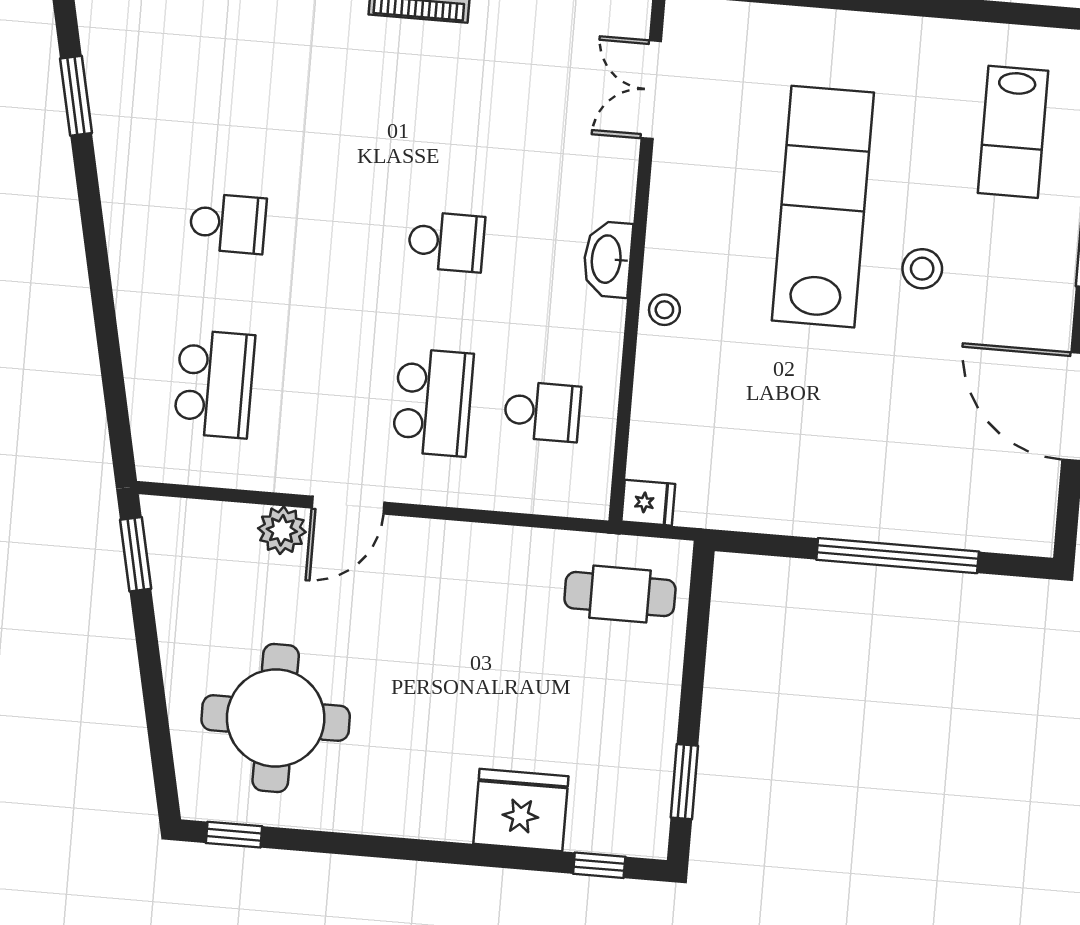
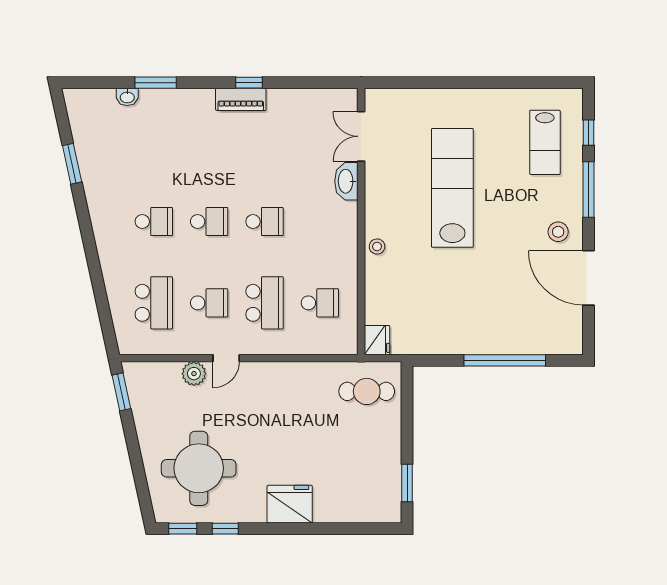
school desk: (337, 233) -> (209, 222), added
washbasin: (608, 259) -> (346, 181), moved
stool: (922, 269) -> (558, 232), moved
school desk: (324, 393) -> (209, 303), added
fridge: (648, 503) -> (377, 340), width x1.38
door: (348, 505) -> (226, 358), width x0.73
fridge: (521, 810) -> (290, 504), moved
window: (599, 865) -> (225, 529), moved

